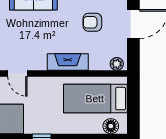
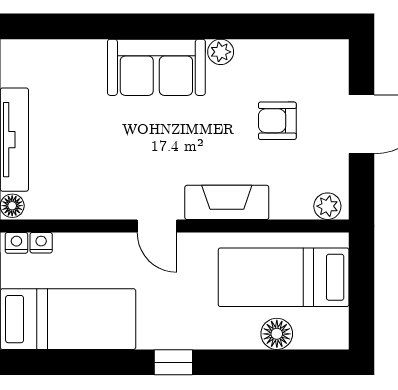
door: (17, 74) -> (157, 226), moved
floor lamp: (111, 126) -> (277, 334), moved

